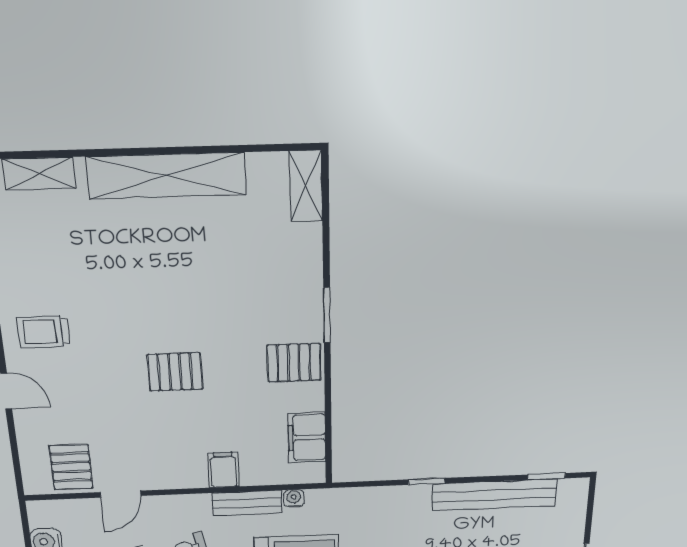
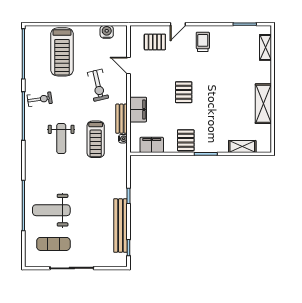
shelving: (166, 176) -> (263, 104), width x0.68
shelving: (306, 186) -> (242, 146), moved
pallet: (71, 467) -> (155, 42), moved
filing cabinet: (224, 470) -> (138, 110), width x2.00

